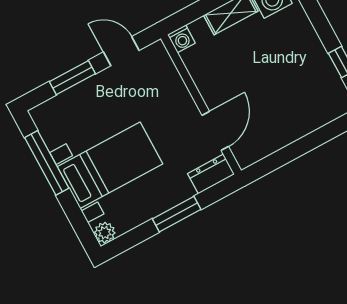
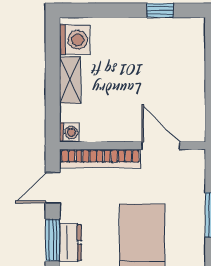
bookcase: (173, 81) -> (100, 158), added
dresser: (211, 174) -> (70, 242), moved, turned 180

